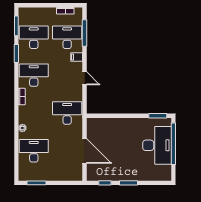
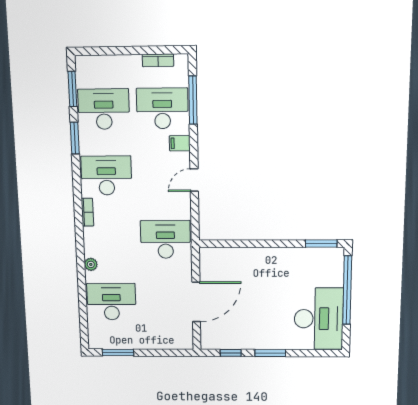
door: (85, 78) -> (194, 180), swing flipped
desk: (157, 145) -> (319, 319), moved
door: (85, 151) -> (196, 302), hinge flipped

